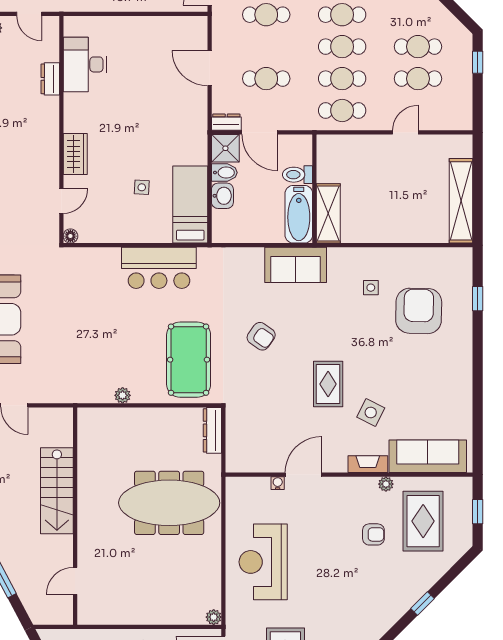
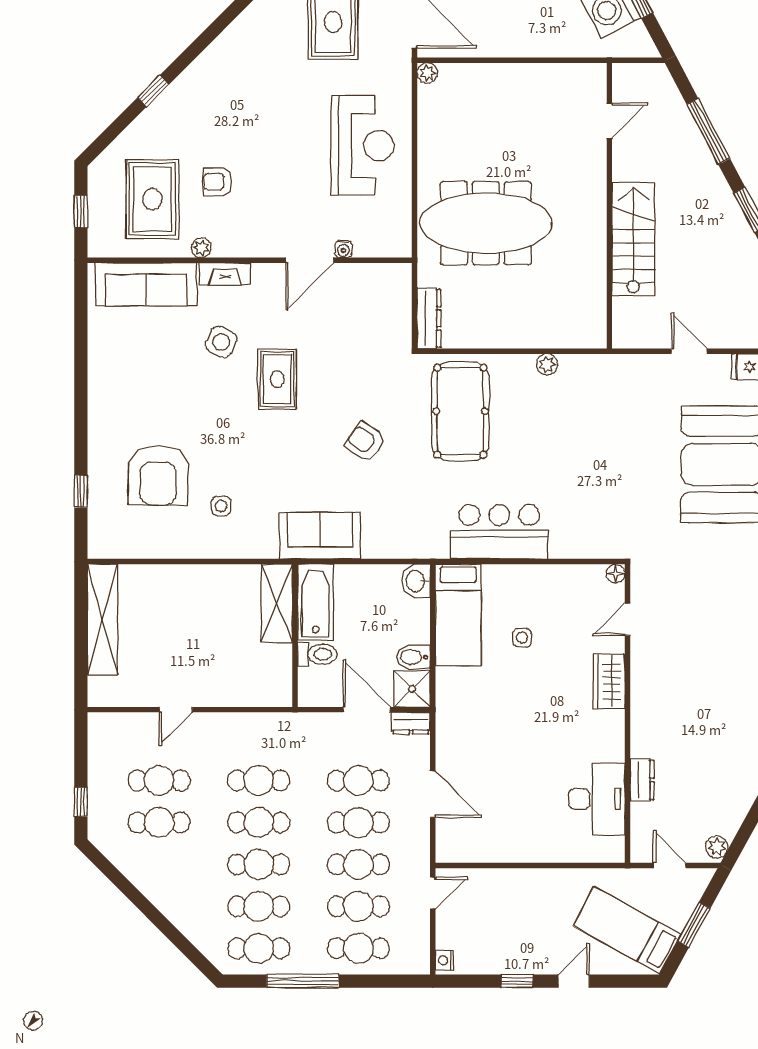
cafe table: (342, 110) -> (358, 822), moved
washbasin: (222, 196) -> (416, 581), moved

